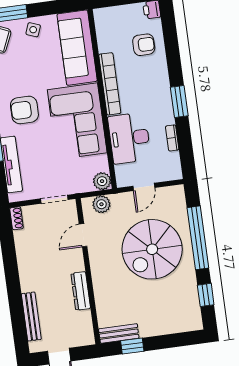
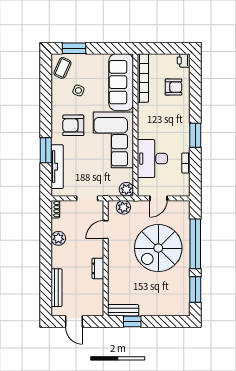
side table: (33, 30) -> (78, 90), moved
bookcase: (110, 84) -> (143, 78), moved
plant: (25, 254) -> (58, 238), added
dresser: (81, 291) -> (98, 268), width x0.70
window: (206, 295) -> (195, 289), width x1.50

